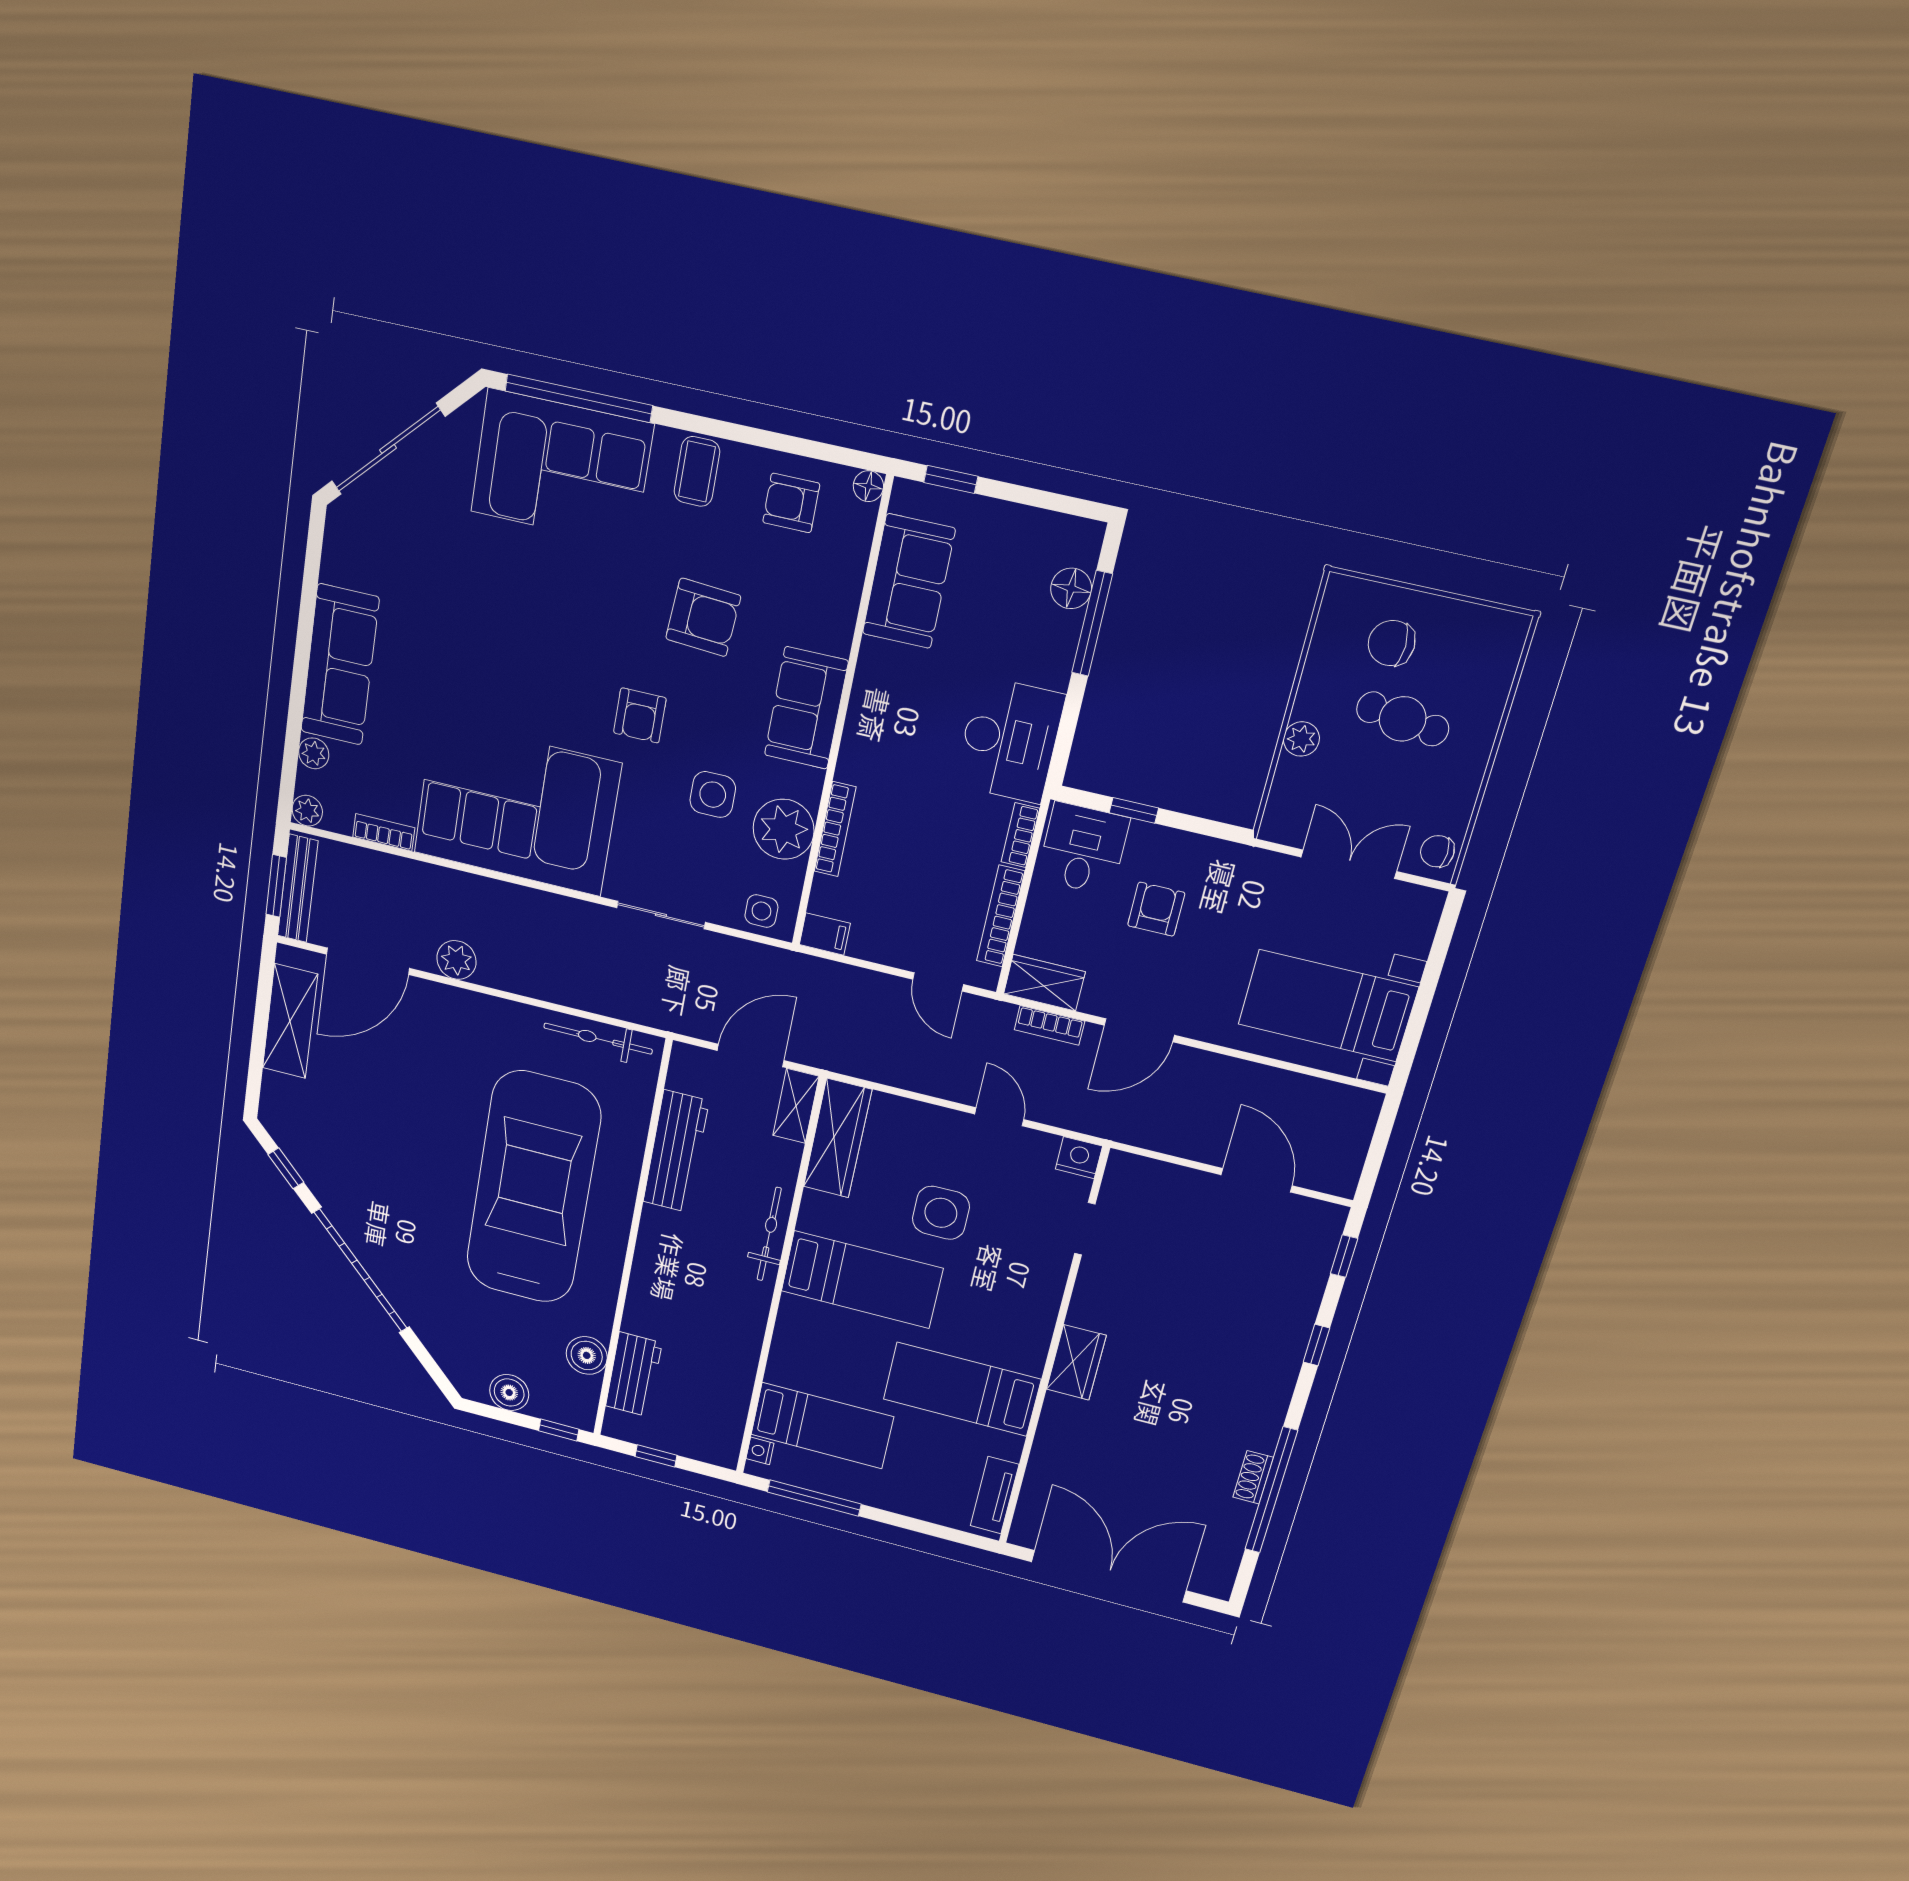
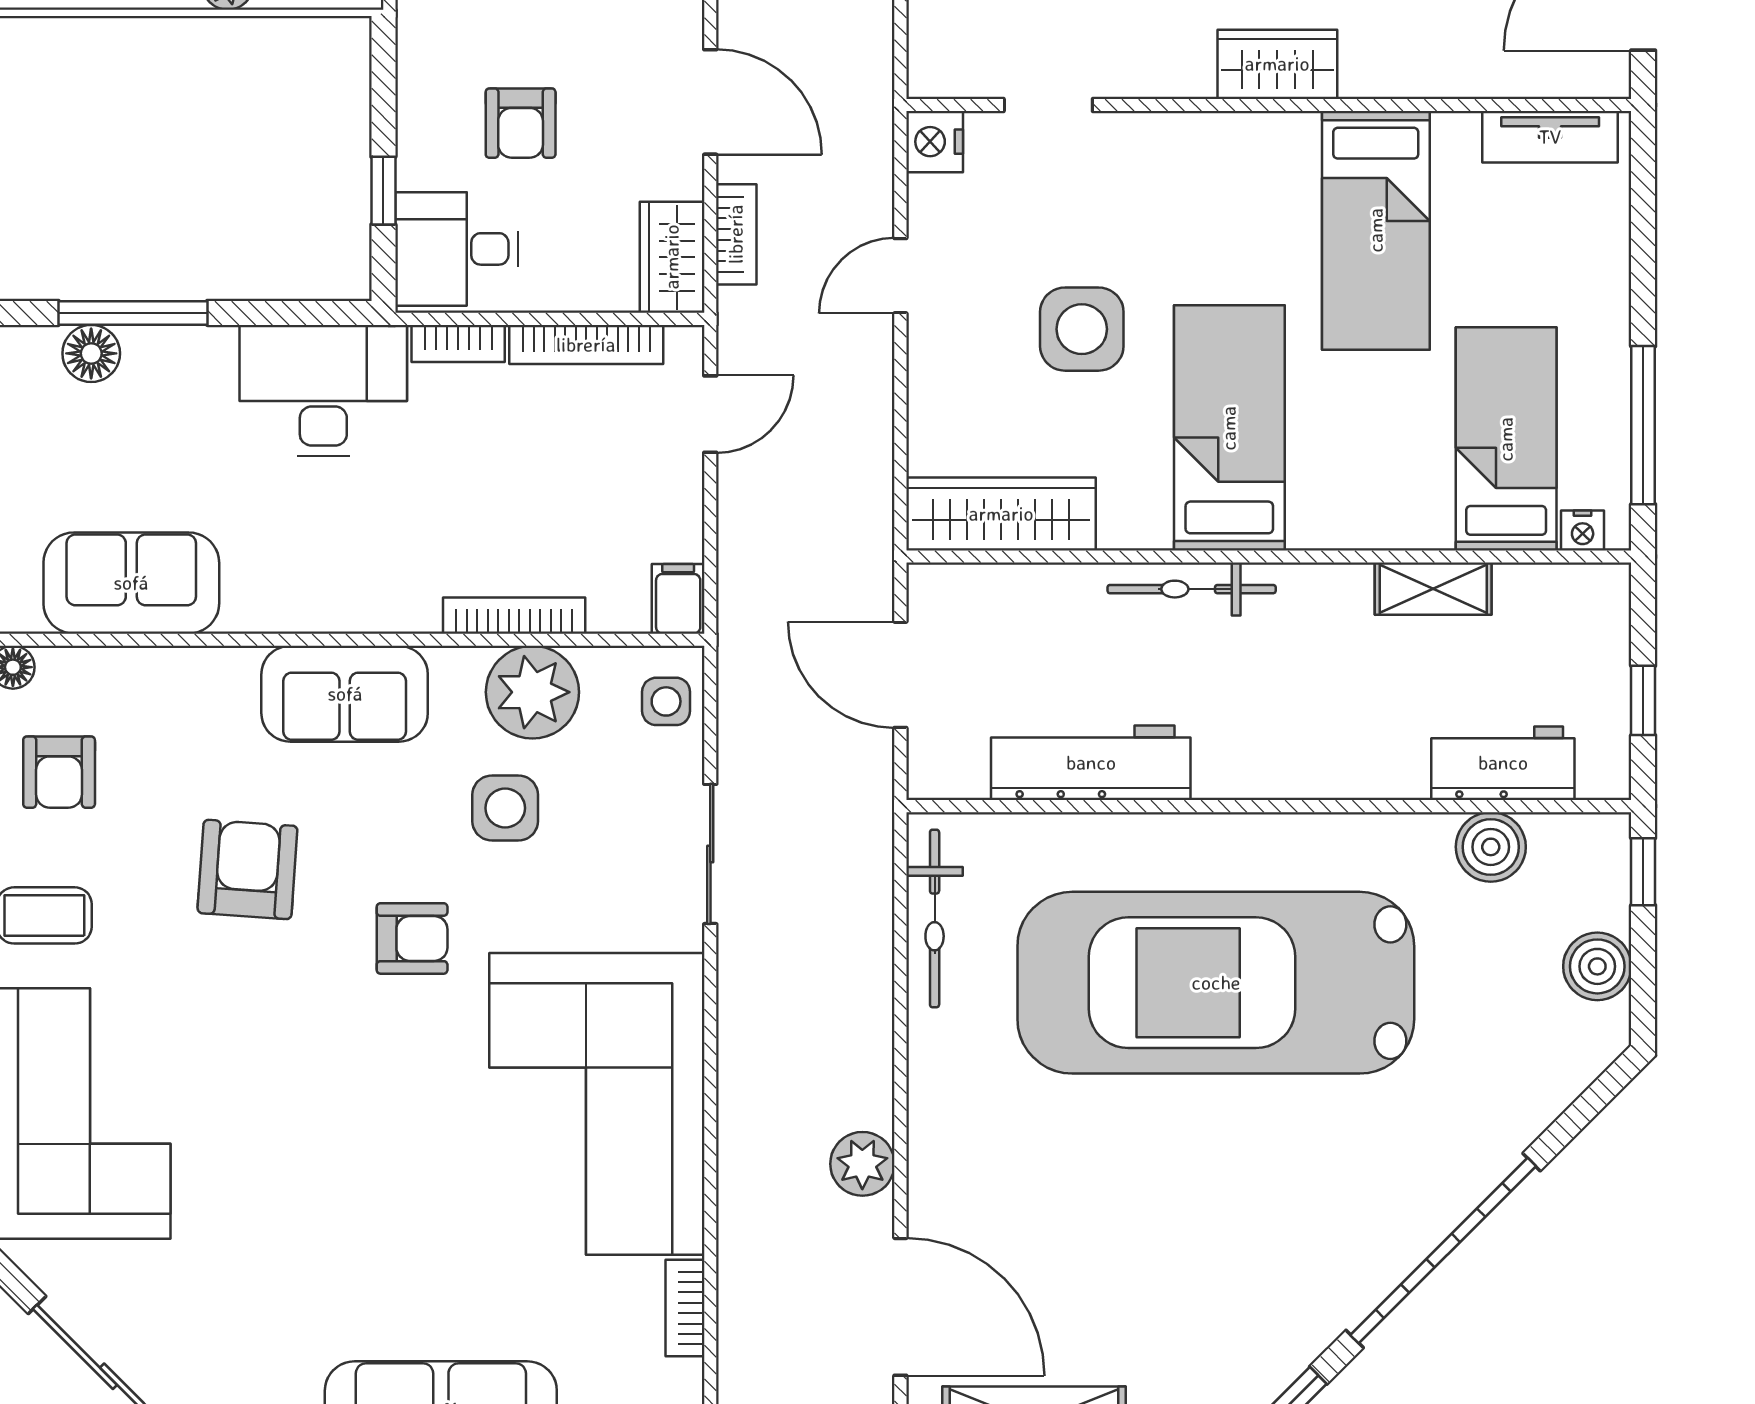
armchair: (1156, 909) -> (521, 123), turned -90
shelving: (796, 1106) -> (1433, 589), moved

